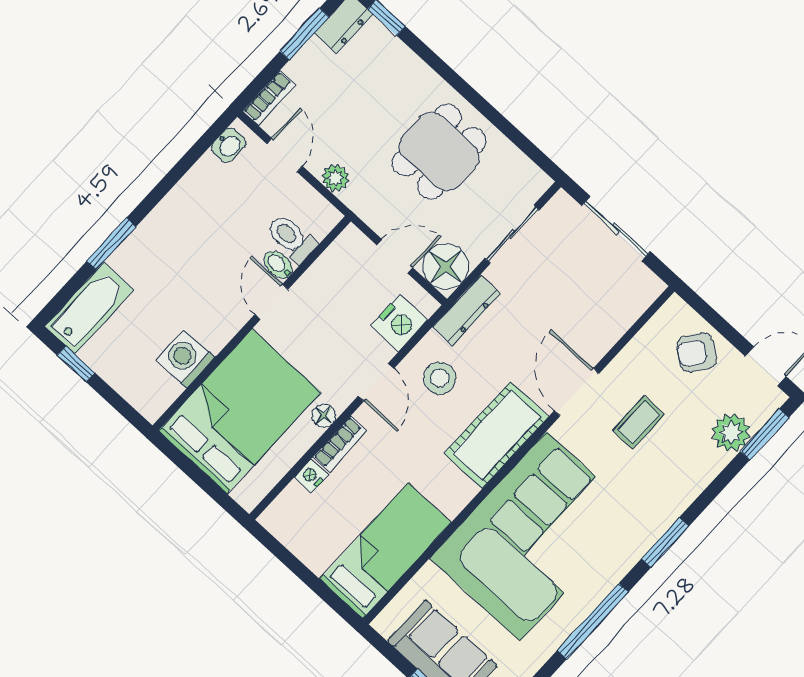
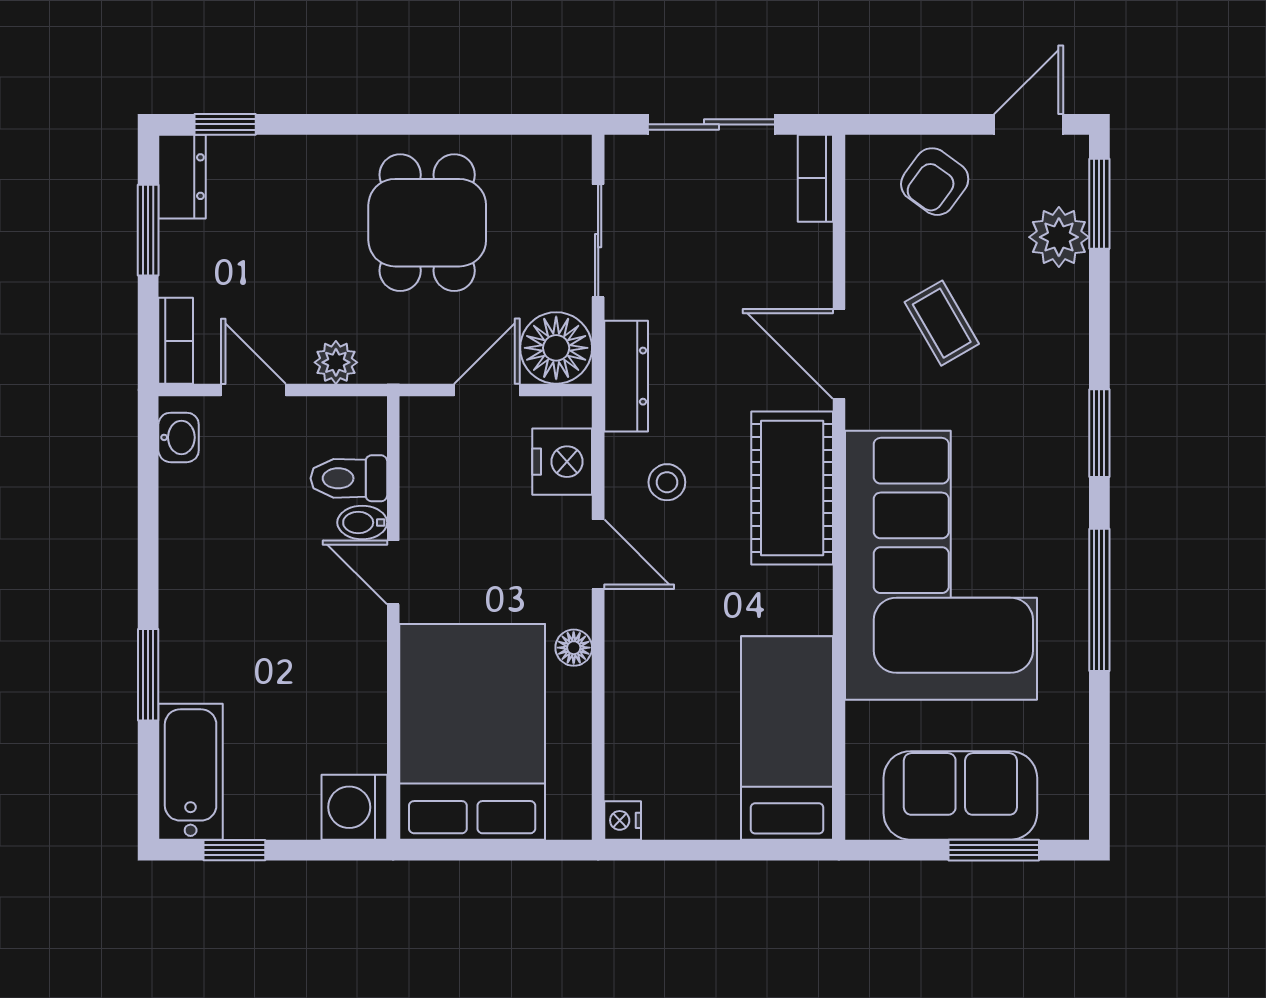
washing machine: (185, 359) -> (354, 807), moved
stool: (440, 378) -> (667, 482), width x0.73, depth x0.73
coffee table: (638, 422) -> (942, 323), turned -30
bookcase: (340, 444) -> (815, 178), moved, turned 180
nightstand: (311, 476) -> (623, 820), moved

